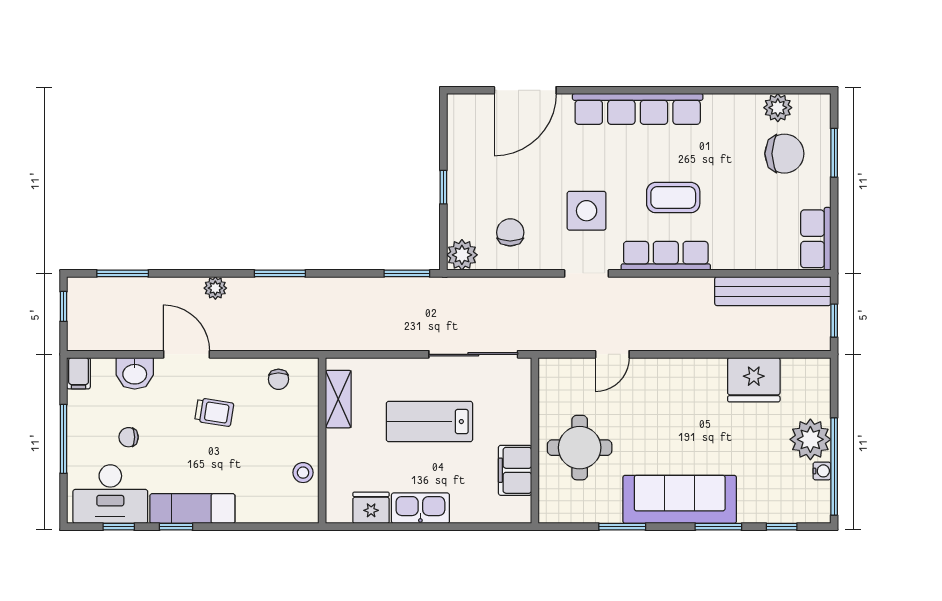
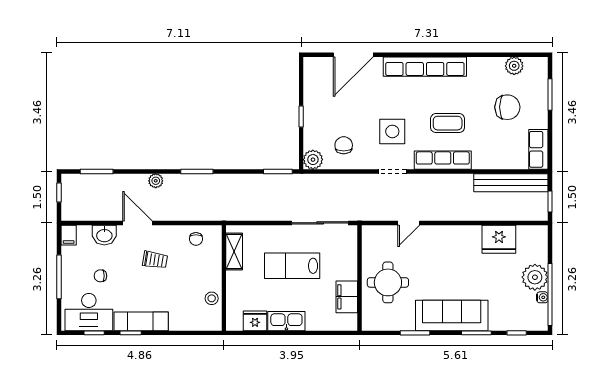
chair: (784, 154) -> (507, 107), moved

